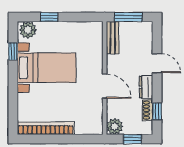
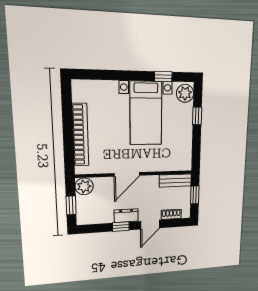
window: (128, 17) -> (195, 195), width x0.67
shoe rack: (148, 110) -> (171, 214), moved
window: (157, 111) -> (121, 227), moved
bookcase: (46, 128) -> (80, 135), moved

